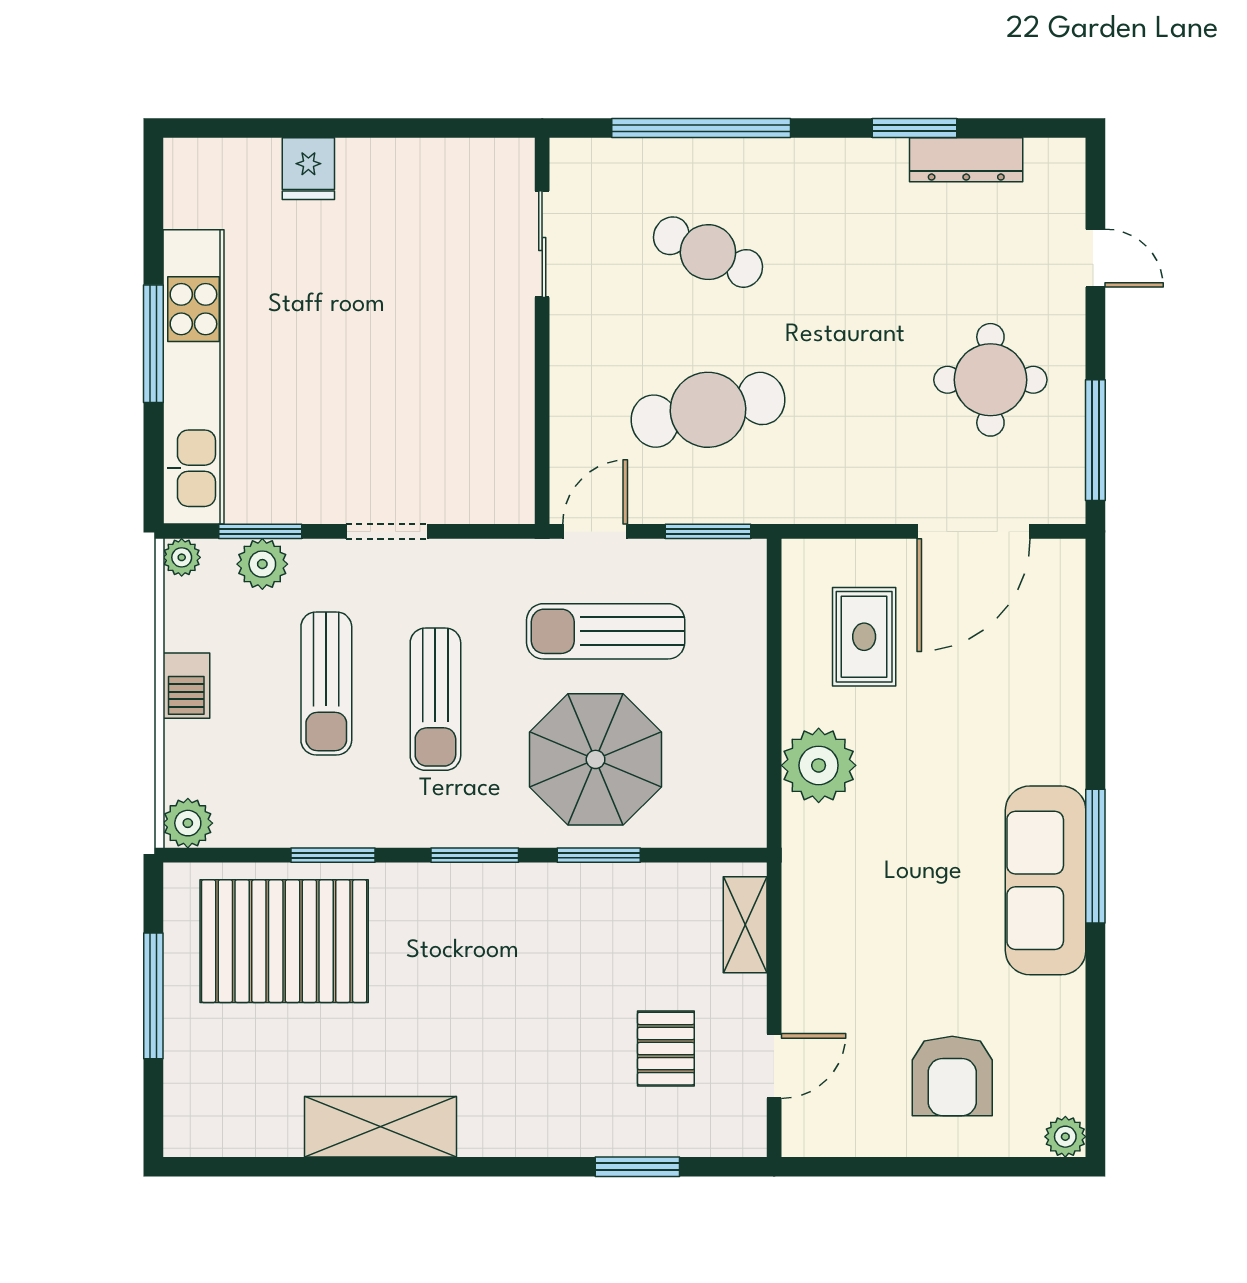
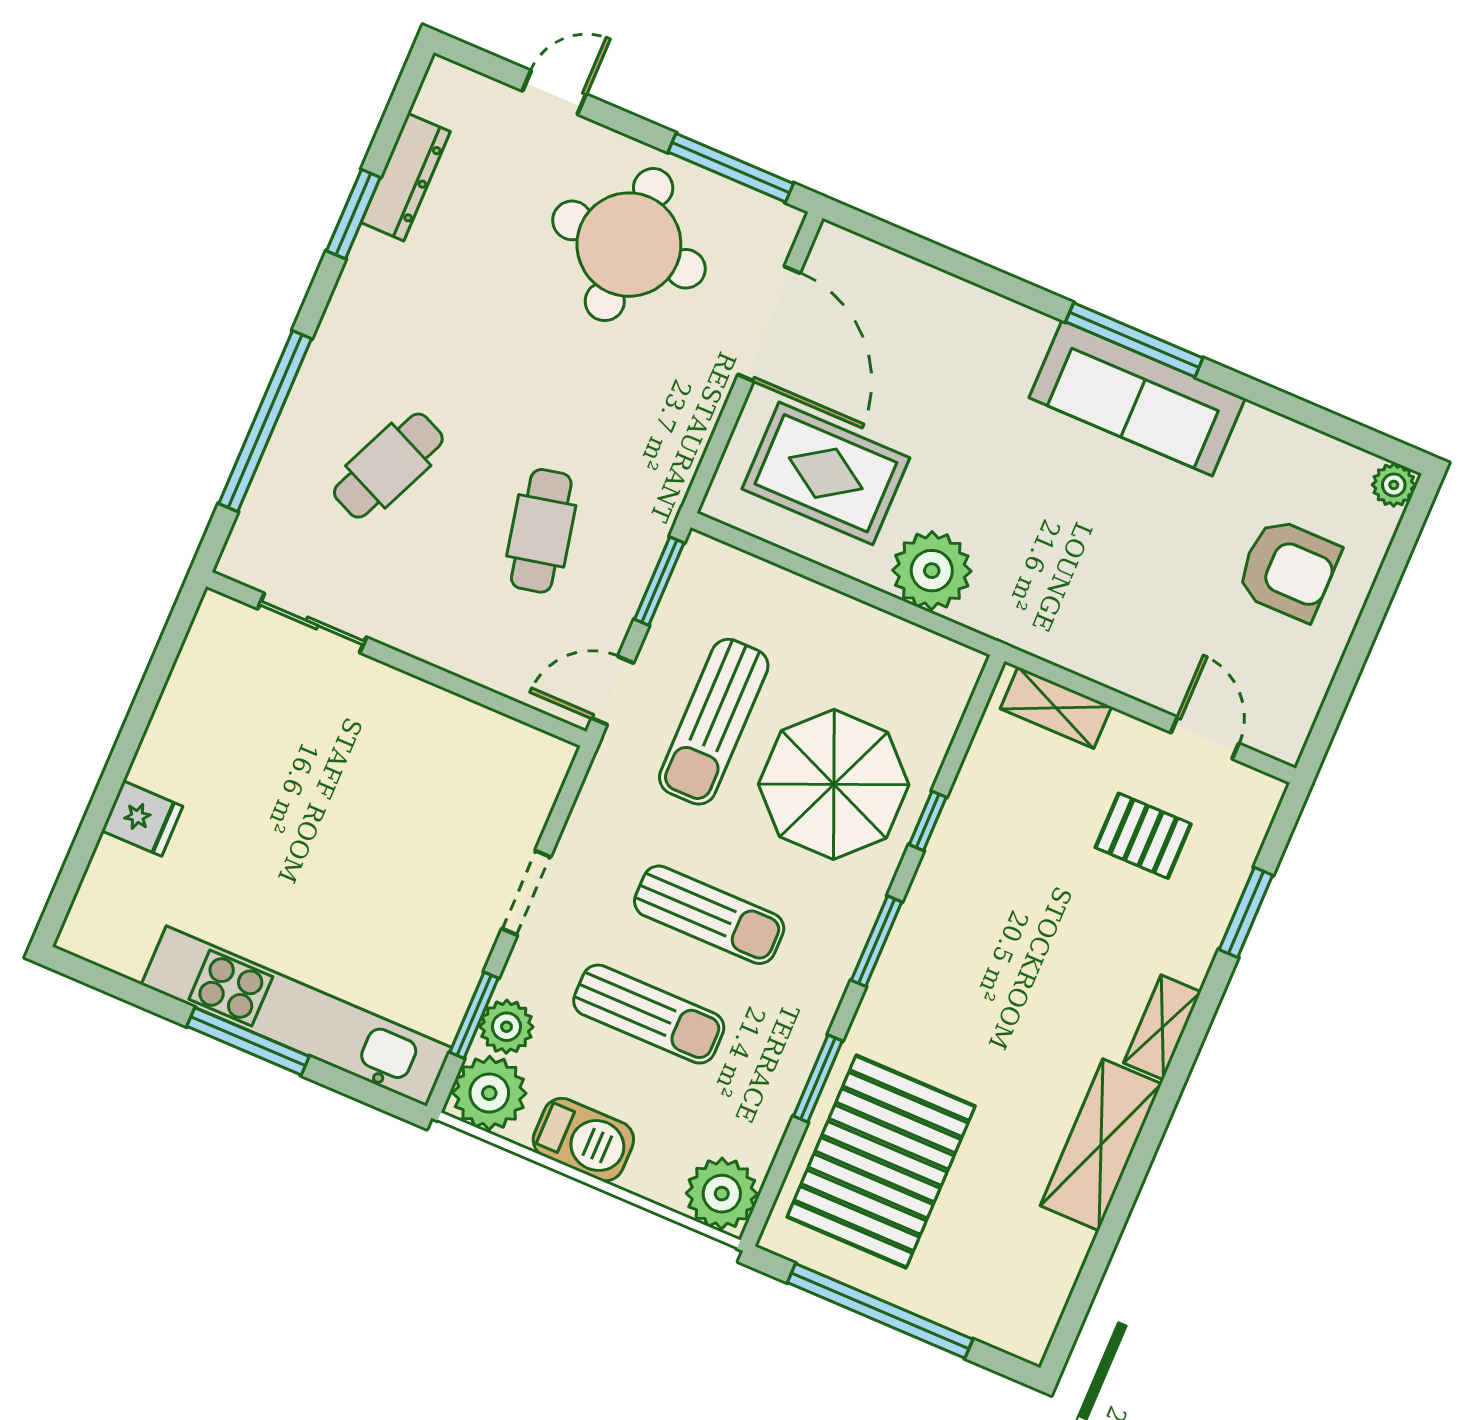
round table: (990, 380) -> (629, 245), width x1.36, depth x1.36
cafe table: (708, 410) -> (541, 531), width x0.73, depth x0.74
door: (595, 531) -> (613, 691), hinge flipped
plant: (182, 557) -> (489, 1093), width x1.88, depth x1.88
rug: (864, 637) -> (826, 473), width x1.36, depth x1.43
barbecue: (186, 686) -> (583, 1140), width x1.38, depth x1.27
plant: (188, 823) -> (722, 1194), width x1.36, depth x1.36
window: (599, 855) -> (928, 821), width x0.67
window: (153, 996) -> (880, 1311), width x1.46
shelving: (506, 1137) -> (1162, 1027), added

